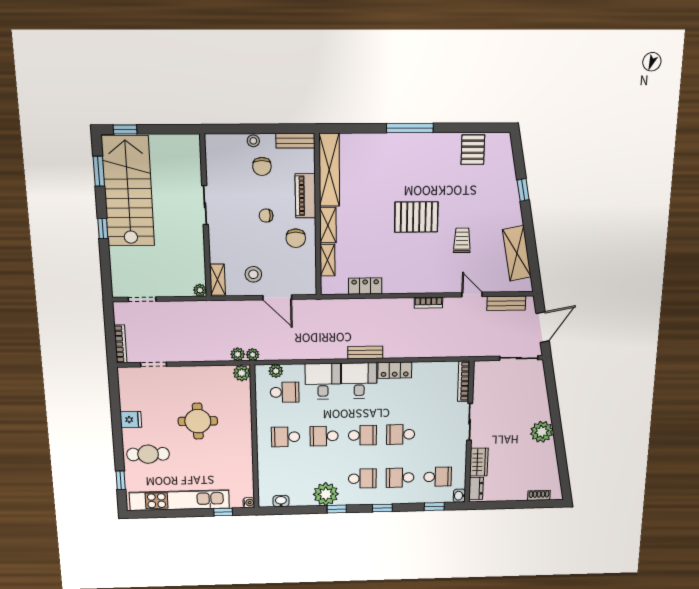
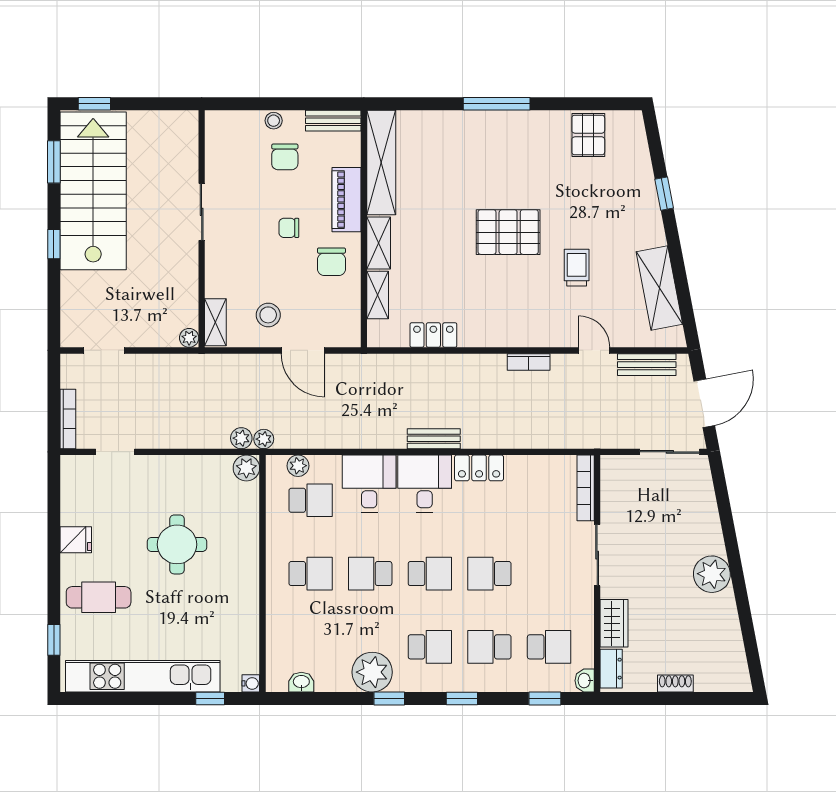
school desk: (286, 437) -> (311, 574), turned 180
shoe rack: (539, 495) -> (675, 684), moved

